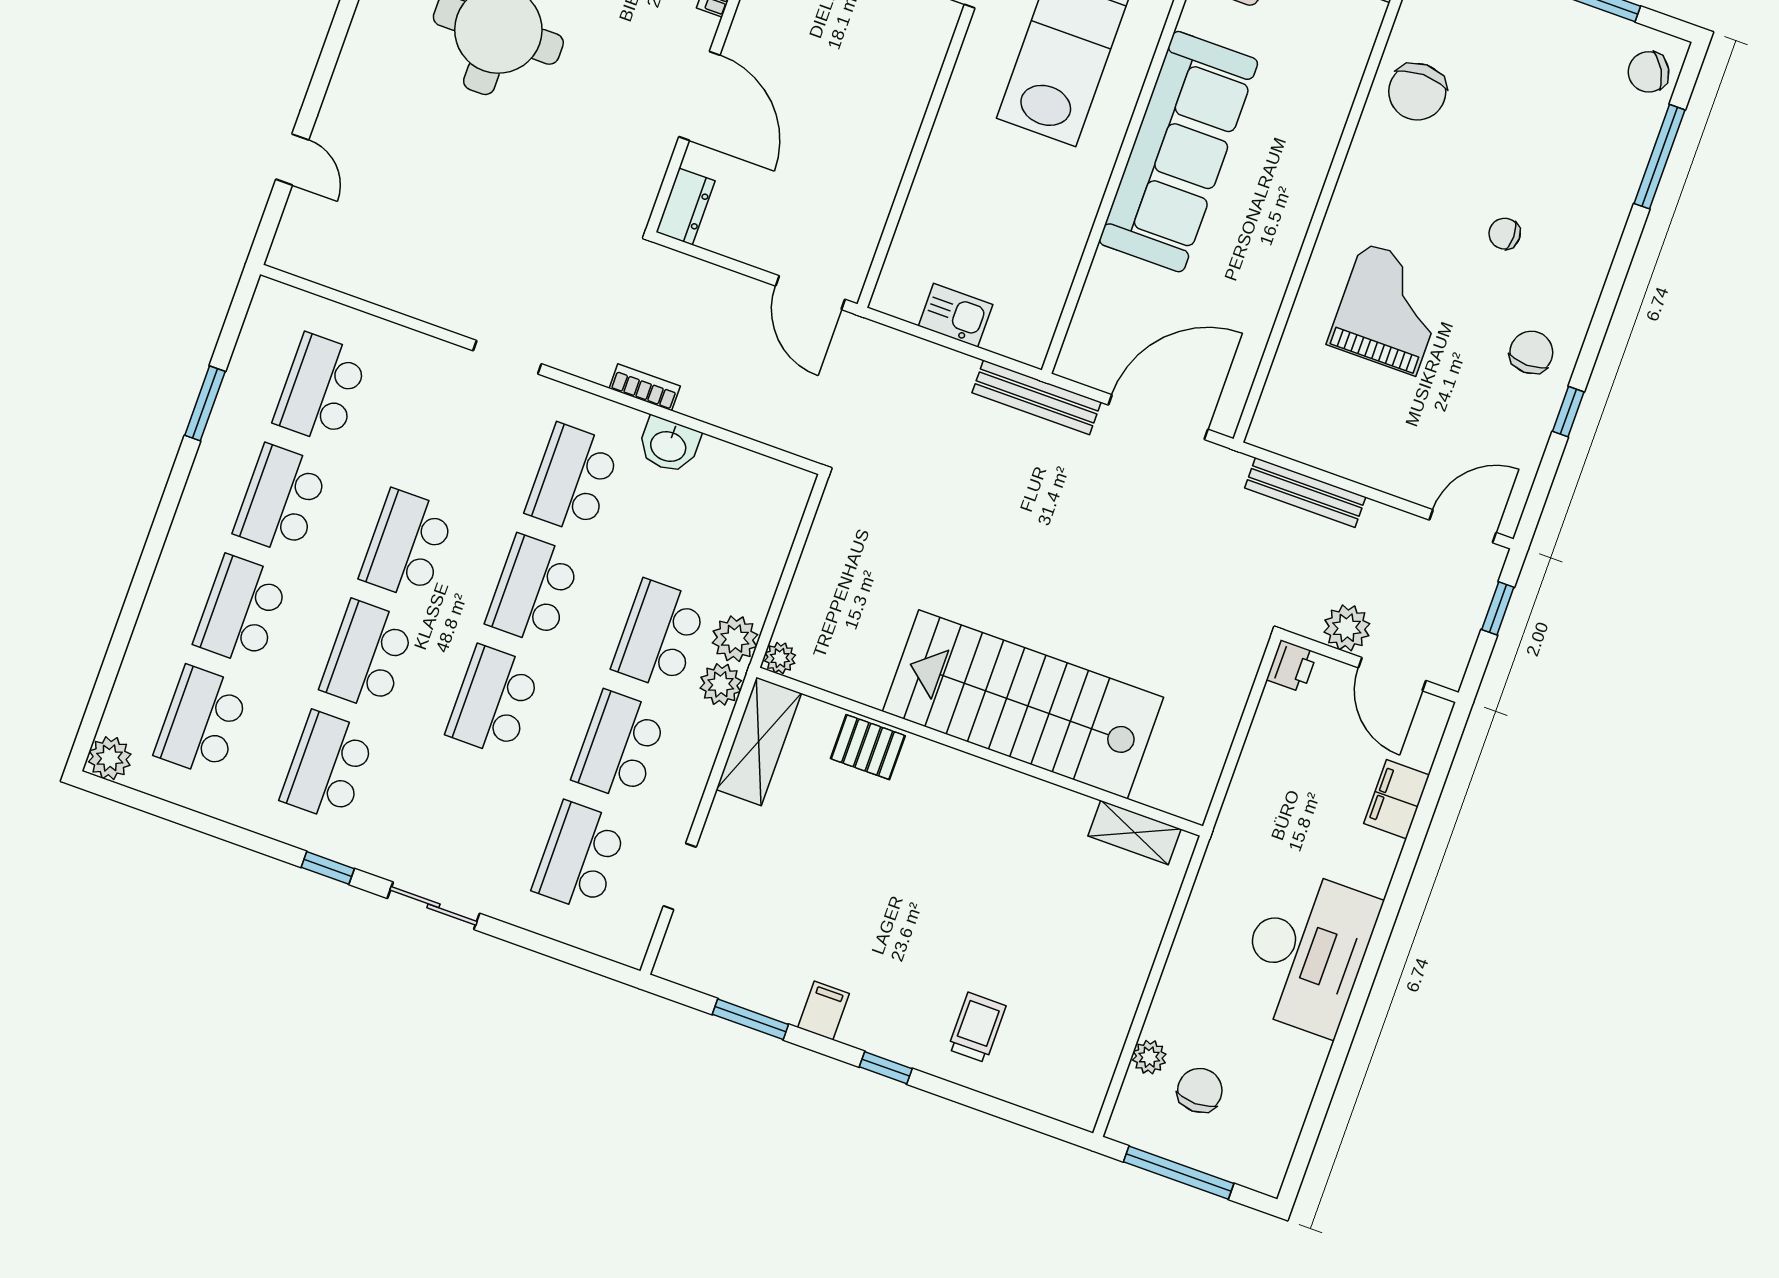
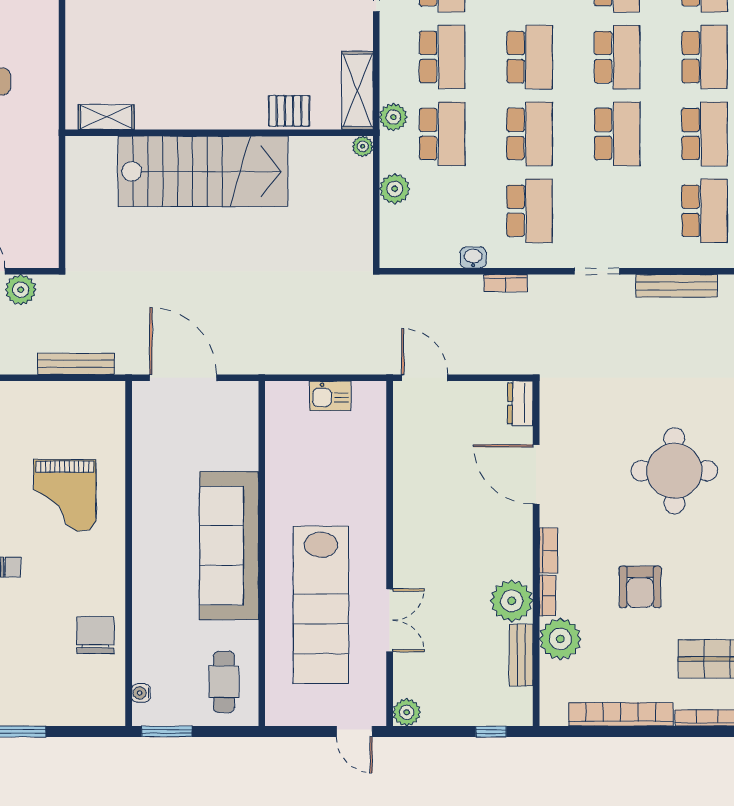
bench: (1037, 397) -> (677, 286), moved
door: (1158, 417) -> (183, 378), swing flipped
washbasin: (669, 445) -> (473, 257), width x0.72, depth x0.69
plant: (735, 639) -> (395, 189), moved
printer: (1292, 666) -> (46, 254), removed

